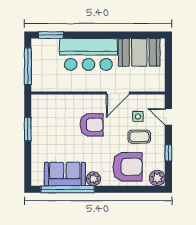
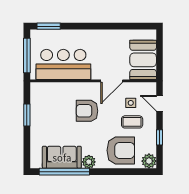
booth: (139, 52) -> (143, 60), moved, turned 90
bar counter: (88, 54) -> (63, 64), moved, turned 180
armchair: (92, 125) -> (87, 111), turned 180

